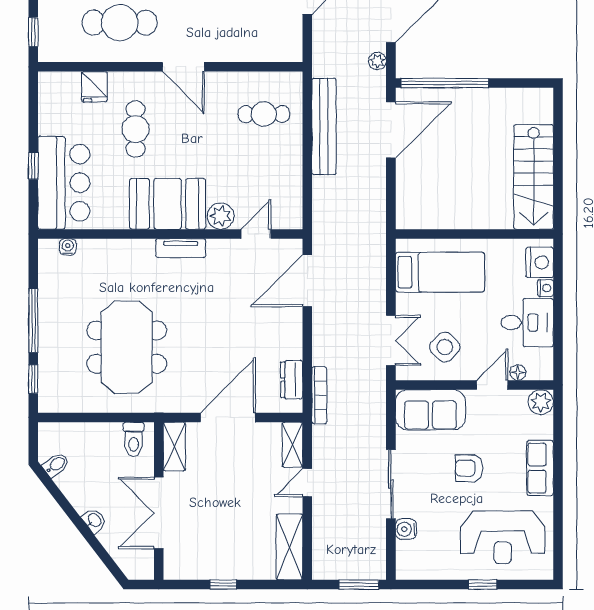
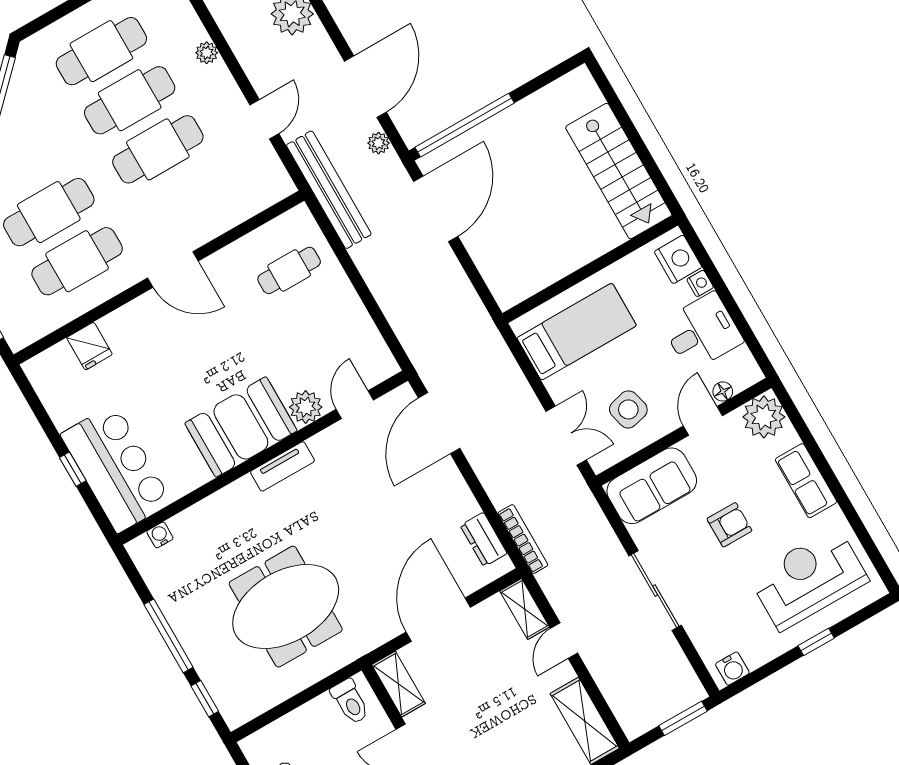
bench: (324, 126) -> (329, 190), moved
cafe table: (136, 129) -> (160, 366), removed
meeting table: (127, 347) -> (286, 607), turned 90
side table: (445, 347) -> (628, 409), turned 32
plant: (541, 402) -> (764, 417), width x1.36, depth x1.36
armchair: (469, 468) -> (729, 525), turned 180
water cooler: (406, 529) -> (732, 669), moved, turned -90
reception desk: (503, 537) -> (809, 579), turned 180

